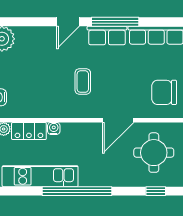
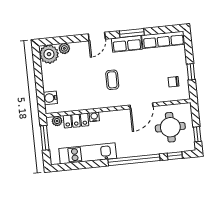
window: (115, 22) -> (132, 33), width x0.69
plant: (23, 33) -> (64, 48), added
chair: (164, 92) -> (173, 82), width x0.54, depth x0.54
window: (77, 191) -> (134, 160), moved

